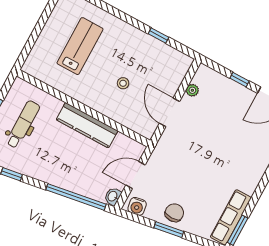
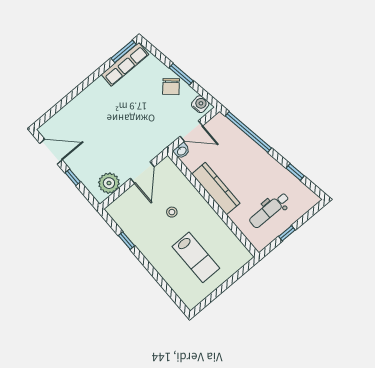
lab bench: (80, 46) -> (196, 257), turned -90
plant: (192, 90) -> (109, 183), width x1.88, depth x1.88
washbasin: (113, 196) -> (182, 151), moved
chair: (174, 213) -> (171, 87), turned -48

